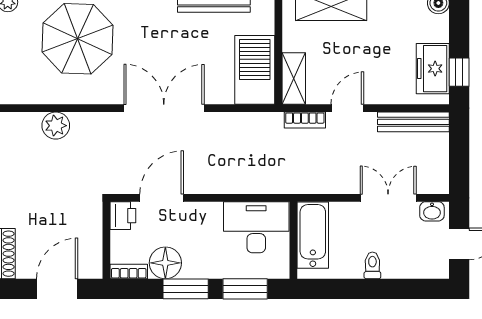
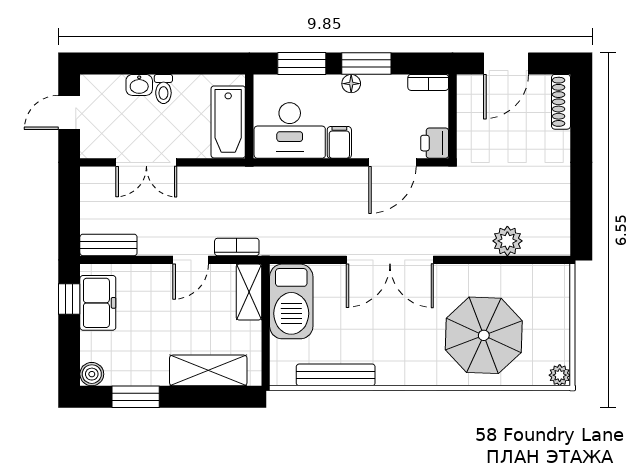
bench: (413, 122) -> (108, 245), width x0.73
washbasin: (432, 211) -> (139, 85), moved, turned 180
filing cabinet: (211, 216) -> (339, 142), added
floor lamp: (165, 263) -> (351, 84), moved, width x0.53, depth x0.53

